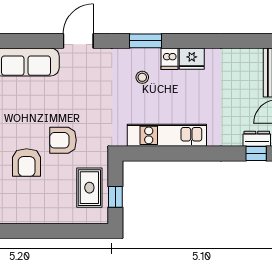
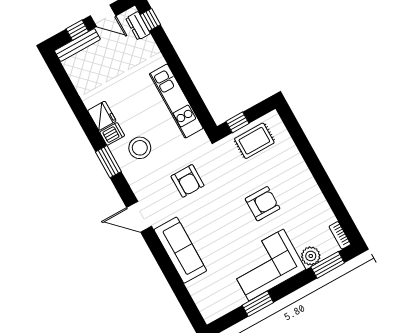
stool: (142, 77) -> (140, 148), width x1.89, depth x1.89
armchair: (63, 140) -> (188, 181), moved
window: (115, 197) -> (237, 122), moved

